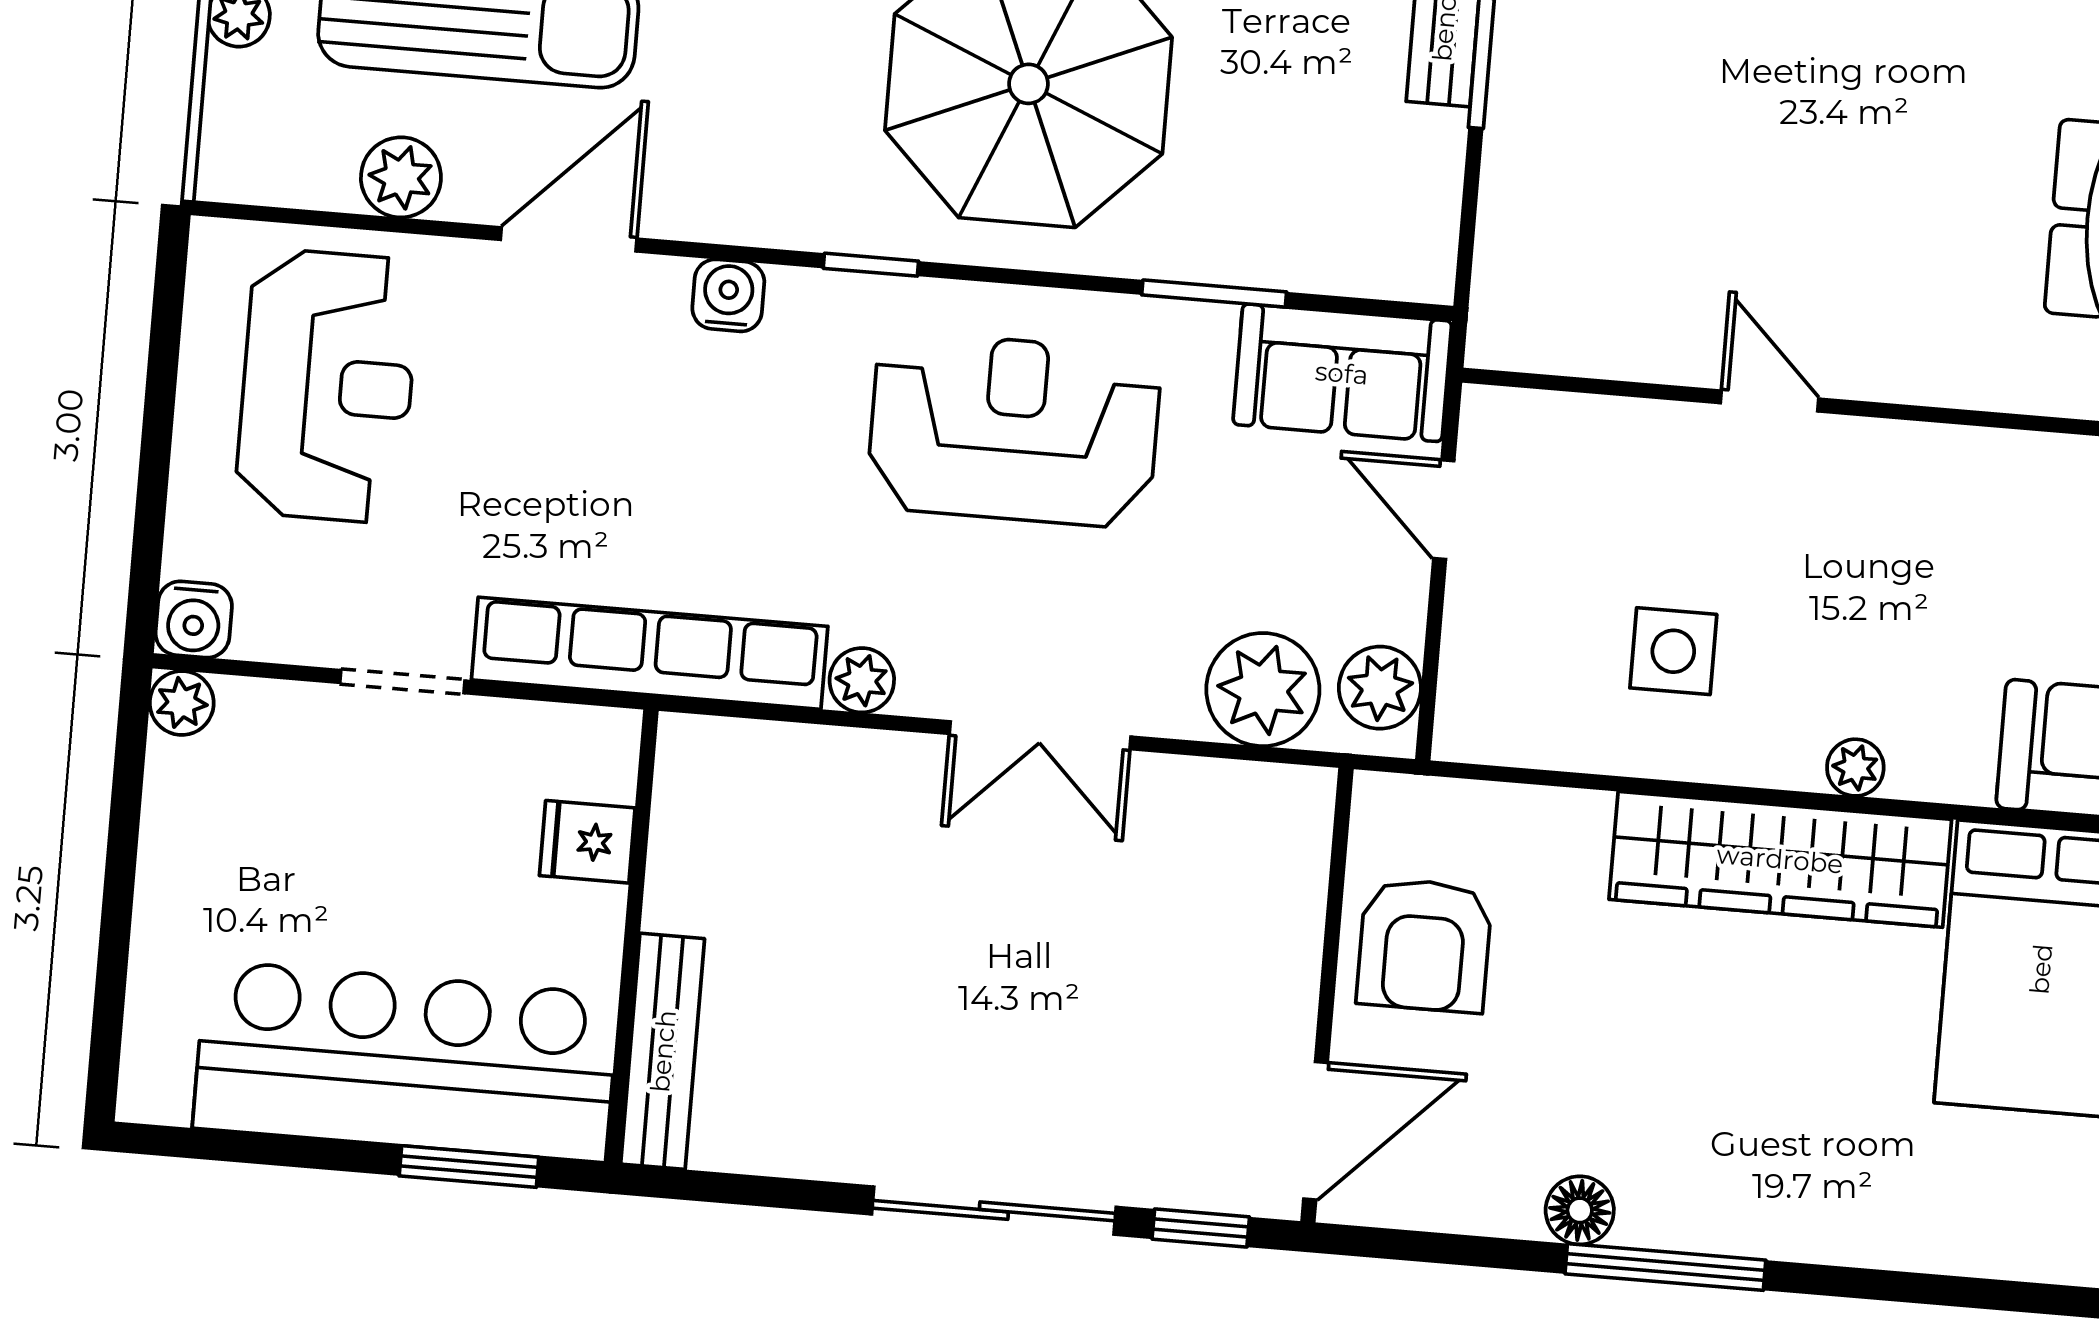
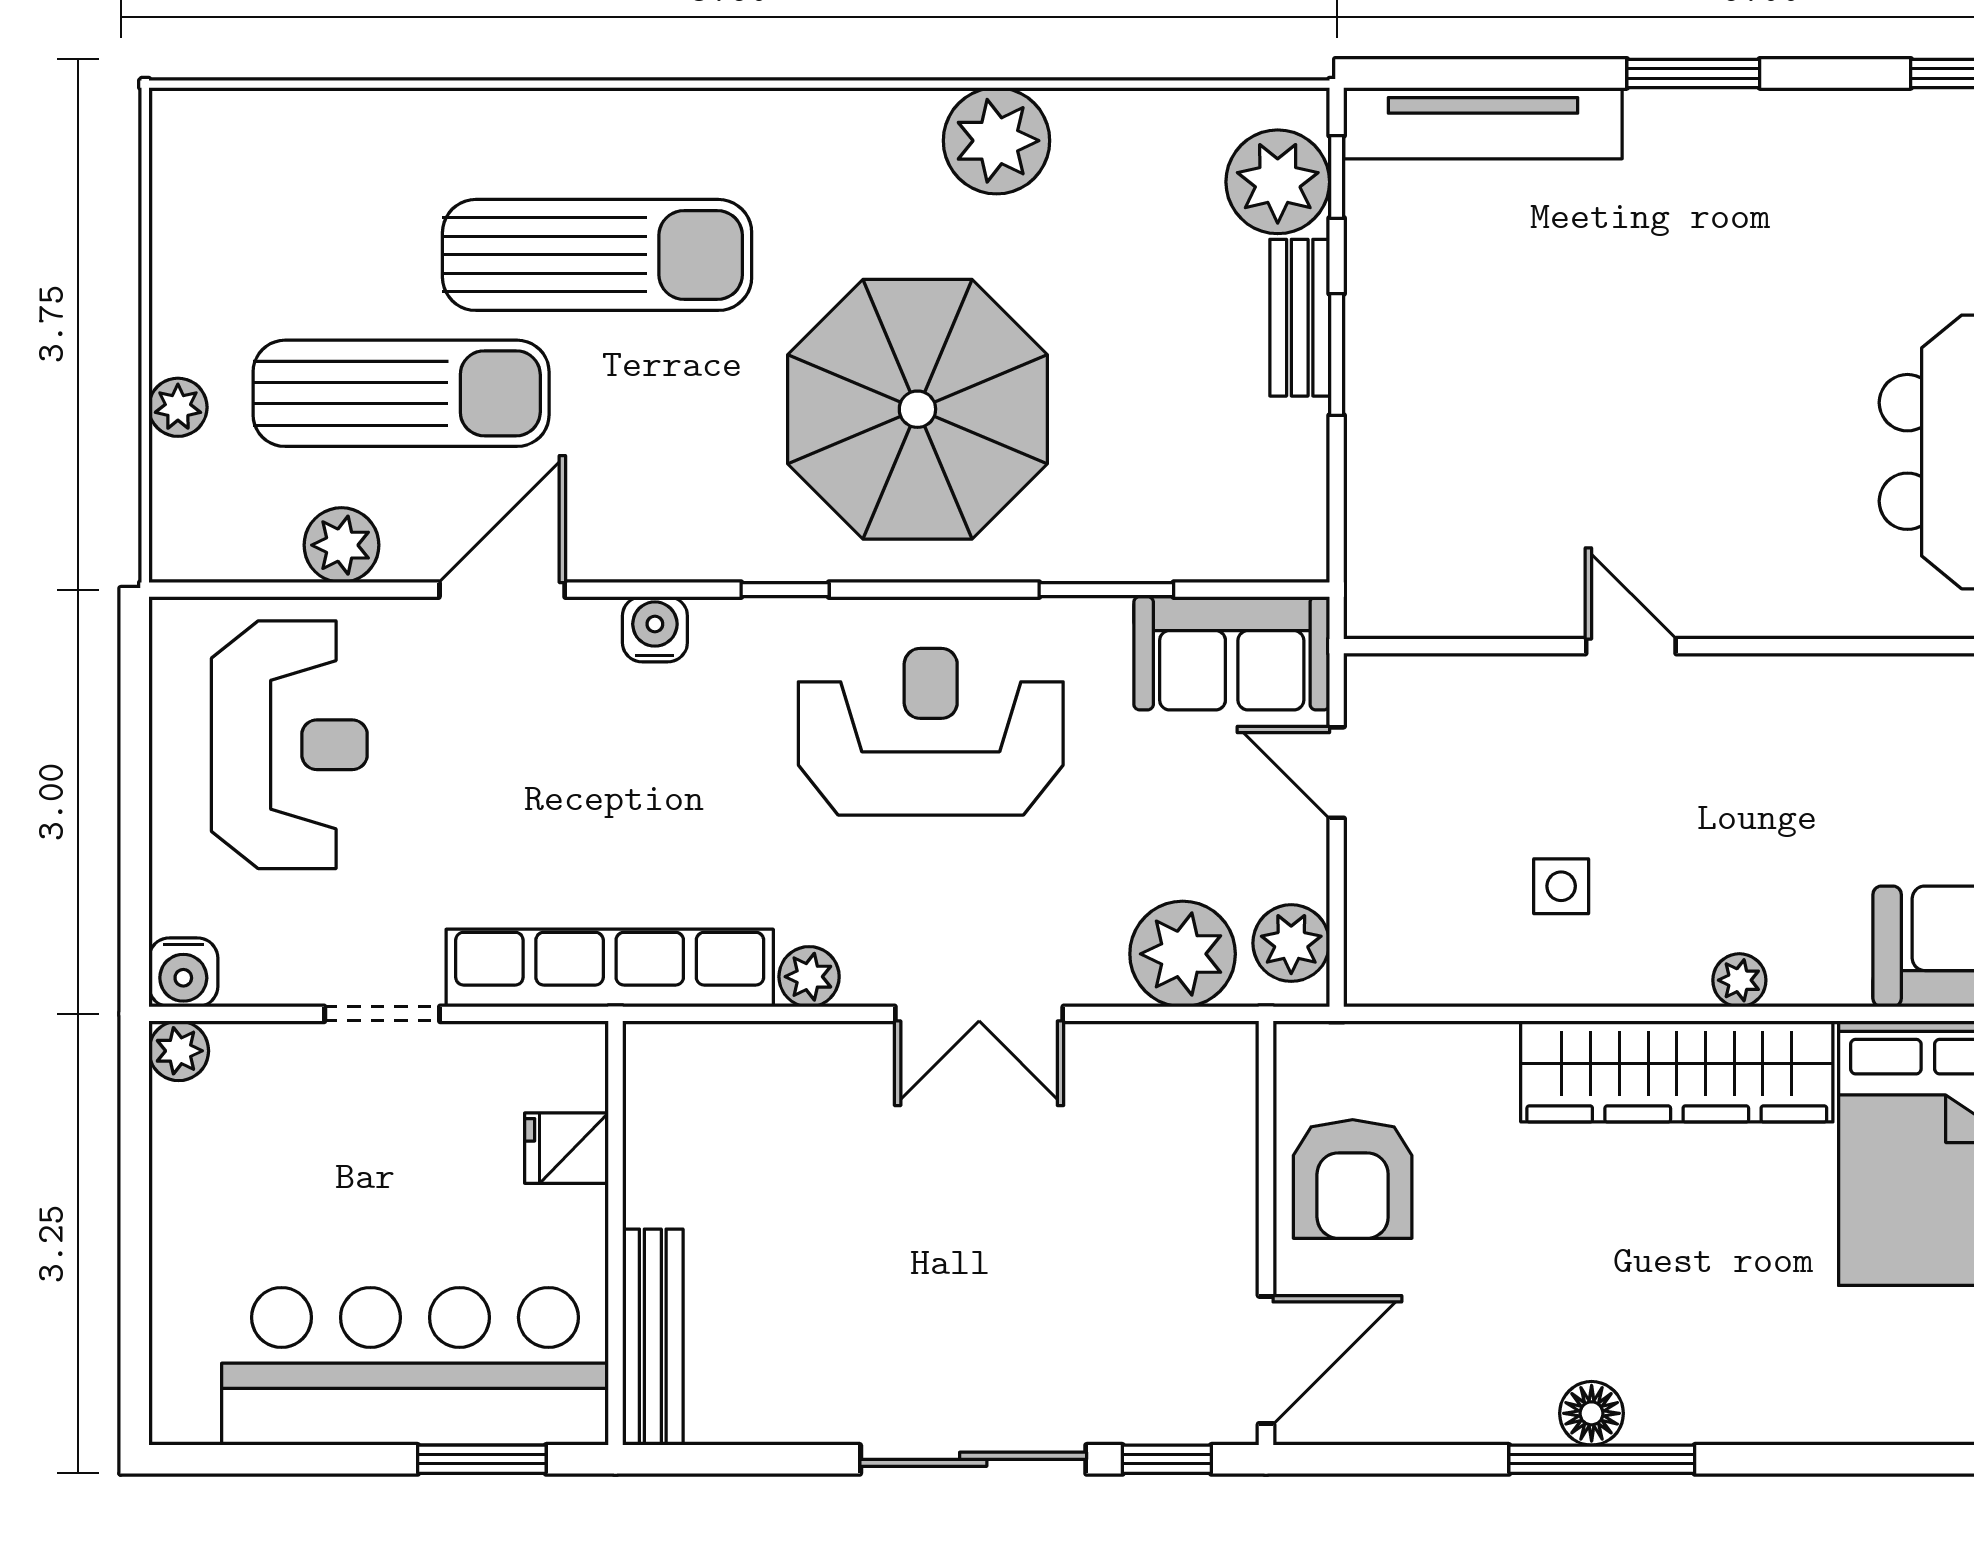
side table: (1673, 651) -> (1561, 886), width x0.73, depth x0.73
floor lamp: (1580, 1210) -> (1592, 1413), moved

